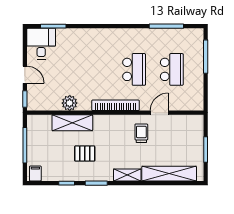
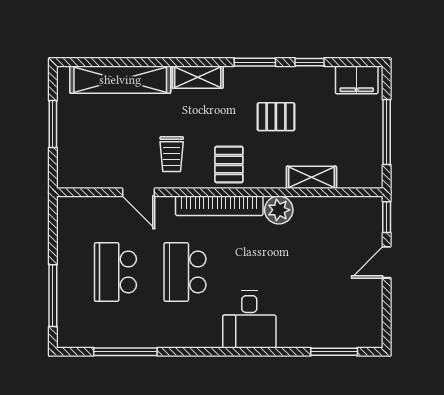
desk: (41, 44) -> (249, 320), moved
door: (25, 75) -> (387, 262), hinge flipped
plant: (70, 103) -> (279, 210), moved
door: (159, 113) -> (139, 192), hinge flipped
shelving: (72, 123) -> (311, 177), width x0.67, depth x0.75
pallet: (110, 128) -> (229, 165), added
filing cabinet: (35, 173) -> (357, 80), width x2.00

